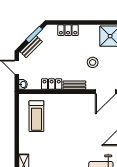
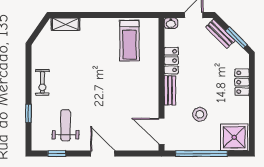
treadmill: (36, 116) -> (129, 41), turned -90

